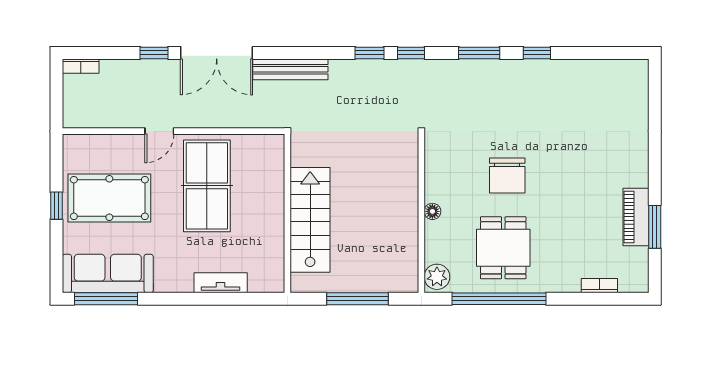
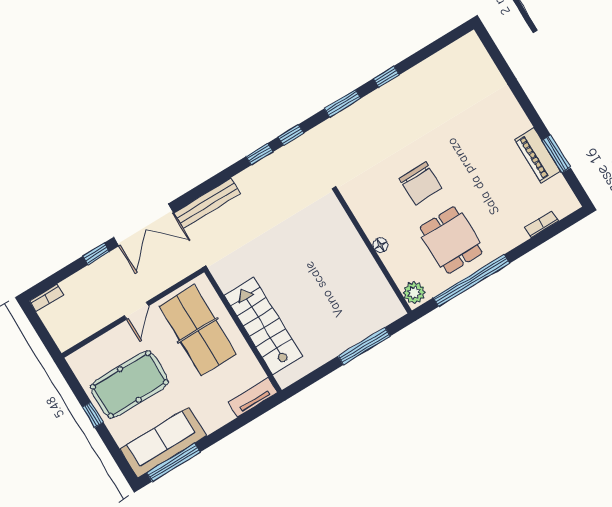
wall: (287, 213) -> (243, 331), moved
stairs: (310, 220) -> (263, 326), moved

